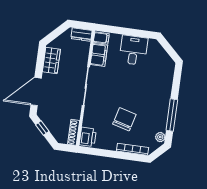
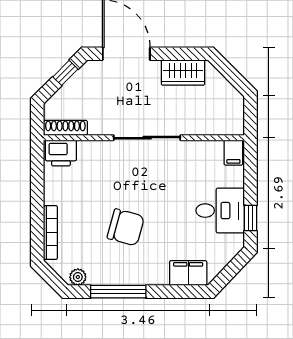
window: (140, 33) -> (250, 218), added
dresser: (81, 35) -> (235, 118), removed
filing cabinet: (99, 55) -> (188, 273), moved, turned 180
chair: (124, 119) -> (126, 227), moved

